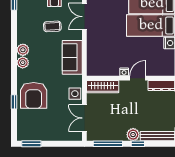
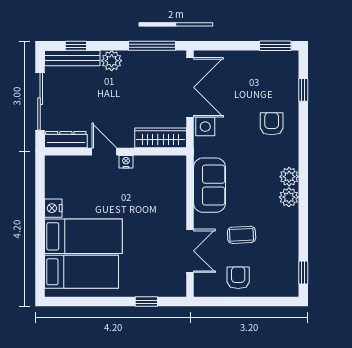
door: (138, 78) -> (104, 152), swing flipped
armchair: (34, 95) -> (272, 124), width x0.53, depth x0.53
window: (14, 102) -> (303, 90), moved
double door: (84, 118) -> (190, 87), width x1.37
window: (138, 144) -> (76, 46), moved

